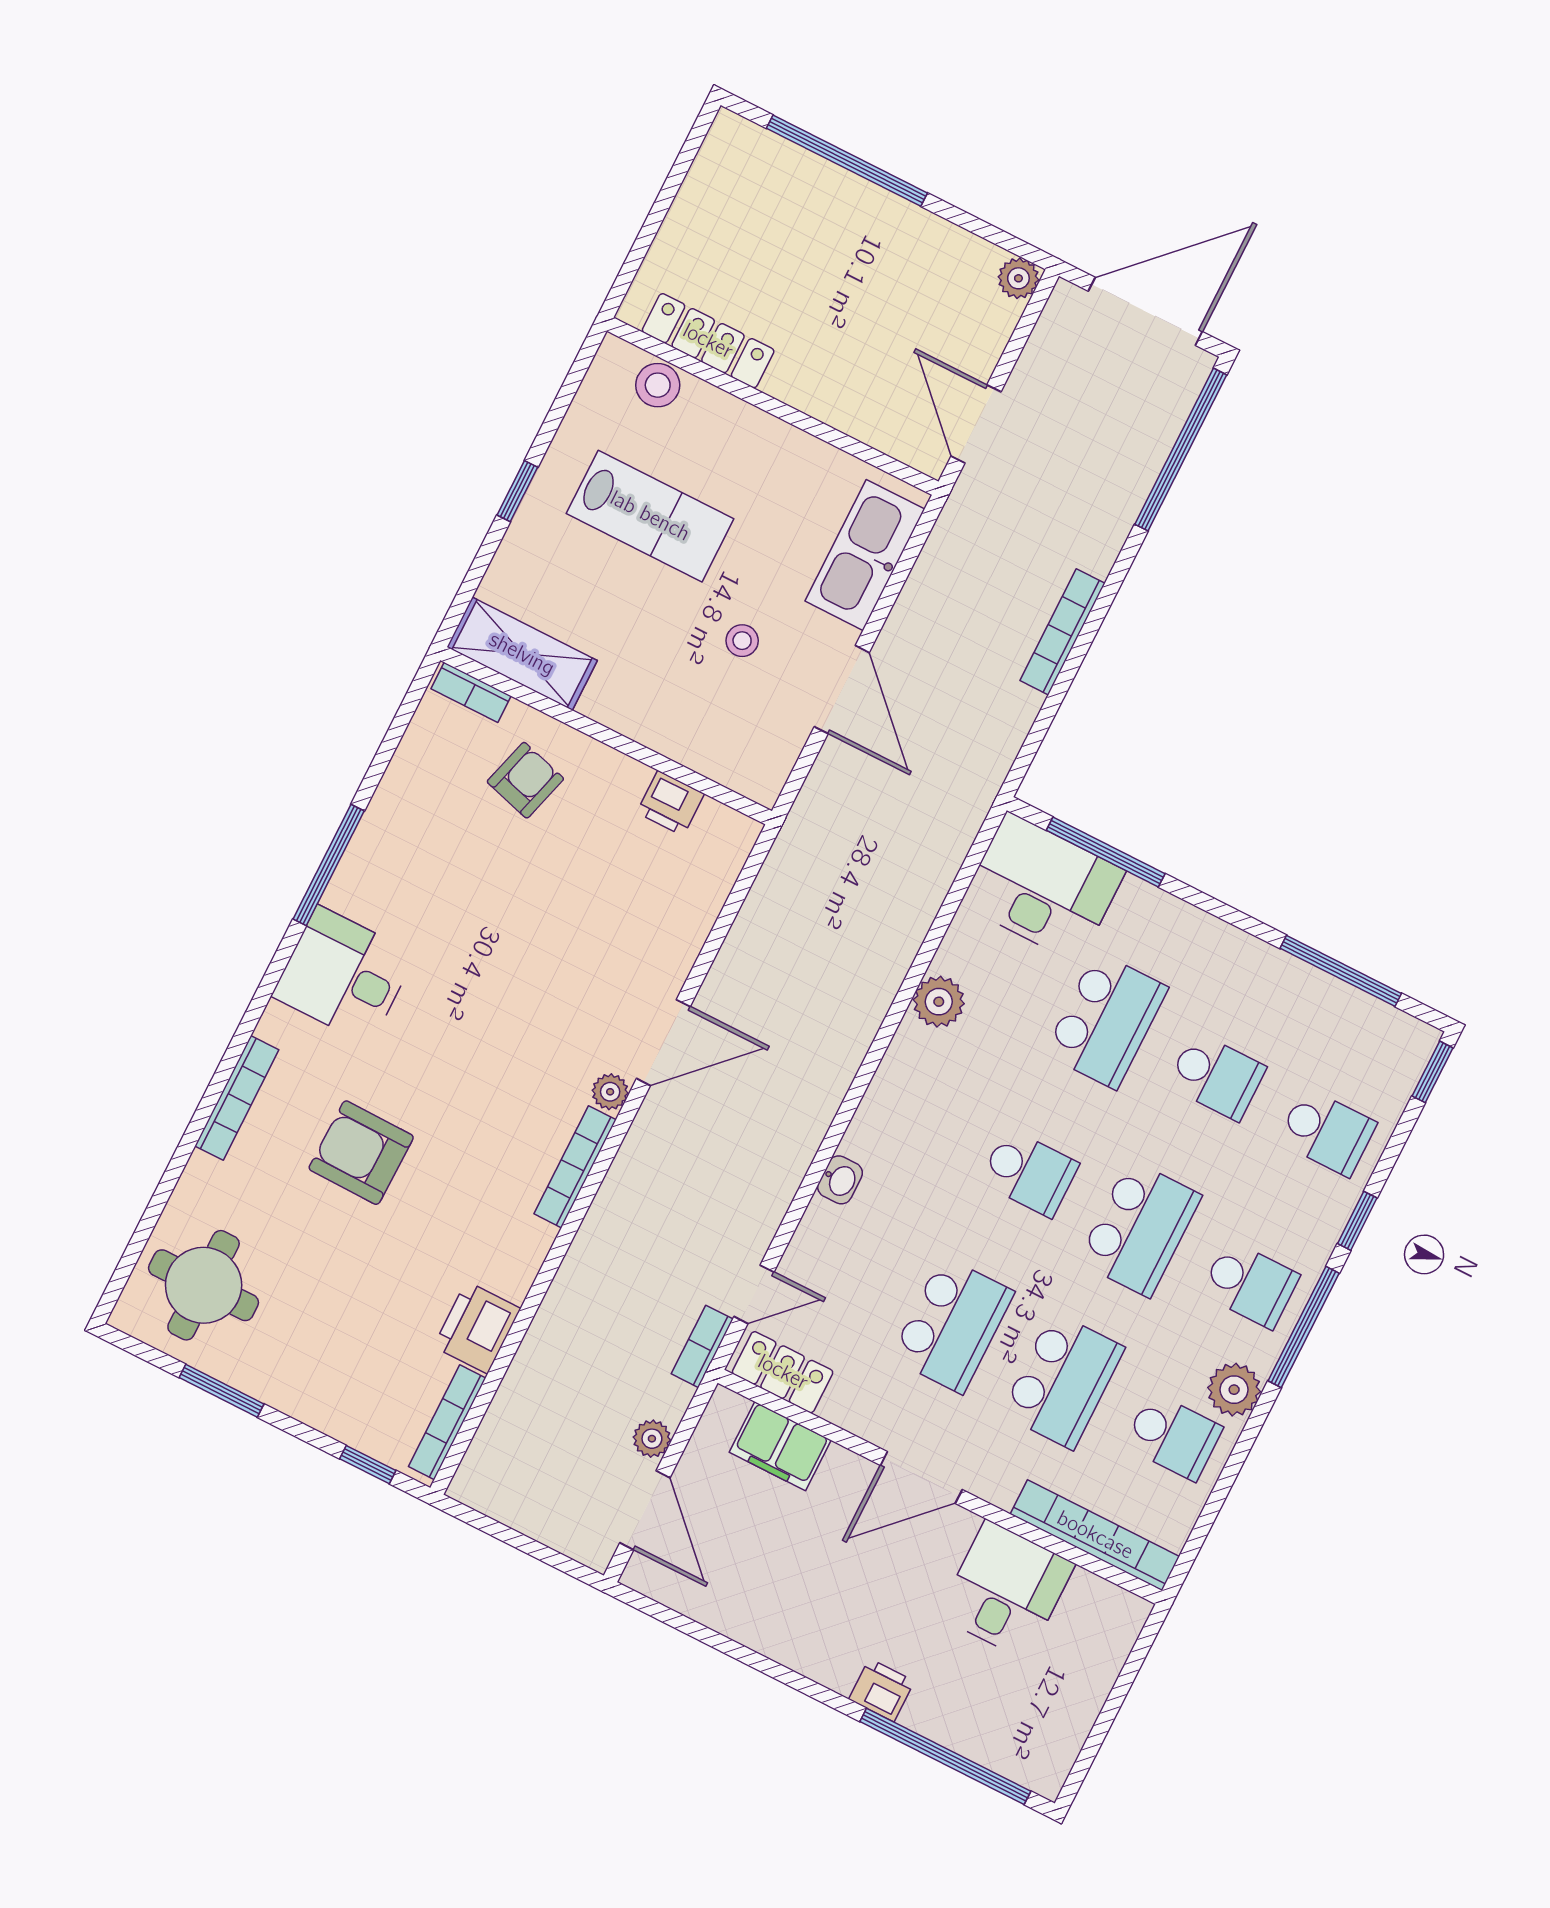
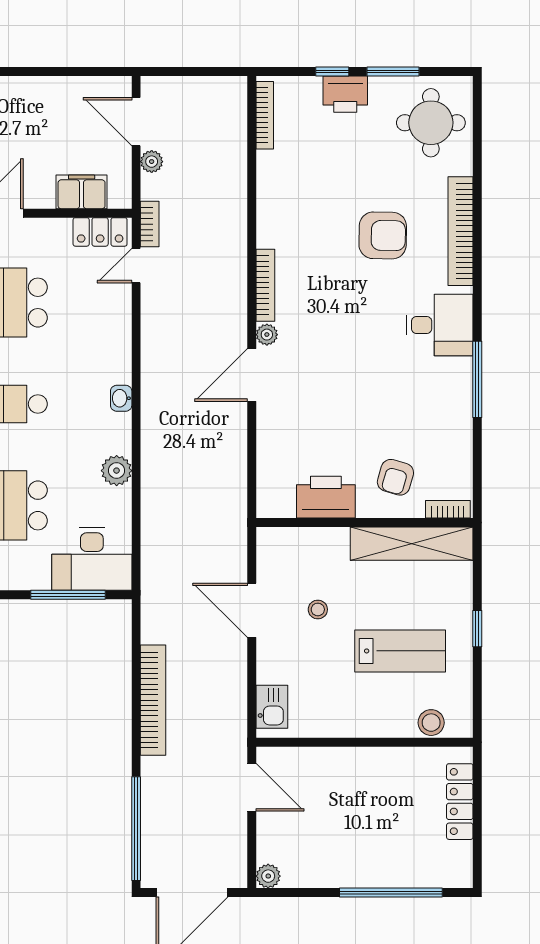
locker: (708, 341) -> (460, 802), moved, turned 90
lab bench: (650, 516) -> (400, 651), turned 180
kitchen sink: (865, 555) -> (272, 707), width x0.53, depth x0.81
bookcase: (1062, 632) -> (153, 700), width x1.48, depth x1.31
shelving: (522, 654) -> (412, 544), width x1.47
printer: (670, 803) -> (326, 497), width x1.87, depth x1.48
bookcase: (237, 1098) -> (461, 231), width x1.48, depth x1.31
washbasin: (840, 1180) -> (121, 398), moved
printer: (477, 1328) -> (345, 94), moved, turned 90
window: (368, 1465) -> (332, 72), moved

